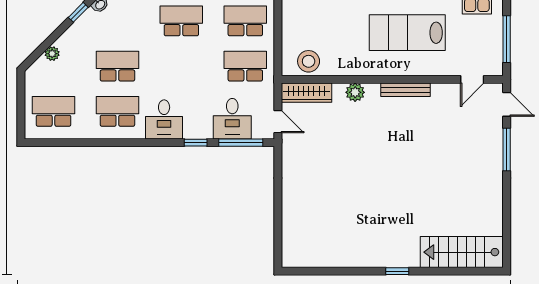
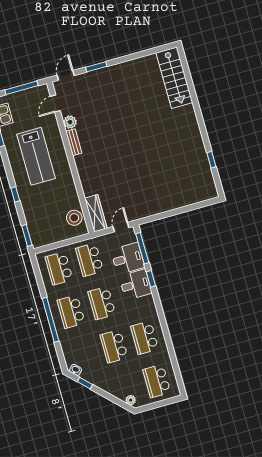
plant: (52, 54) -> (131, 400), moved
school desk: (181, 66) -> (102, 303), added
door: (472, 79) -> (55, 104), swing flipped
bench: (406, 90) -> (74, 142), width x0.73
plant: (355, 92) -> (70, 122), moved
desk: (164, 119) -> (136, 285), moved
window: (507, 149) -> (96, 67), width x0.69
window: (397, 271) -> (211, 160), moved

